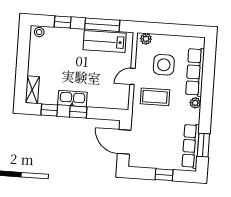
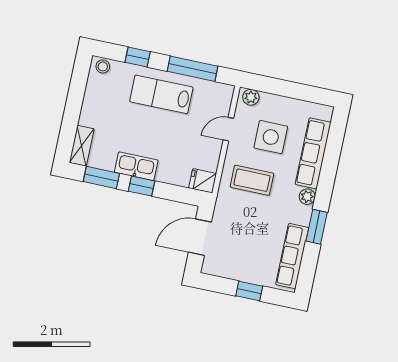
lab bench: (105, 42) -> (161, 94), moved
door: (132, 76) -> (228, 129), moved
fridge: (120, 102) -> (203, 181), added
window: (49, 110) -> (101, 178), width x1.50
door: (124, 142) -> (200, 237), hinge flipped
window: (203, 145) -> (317, 227), moved

